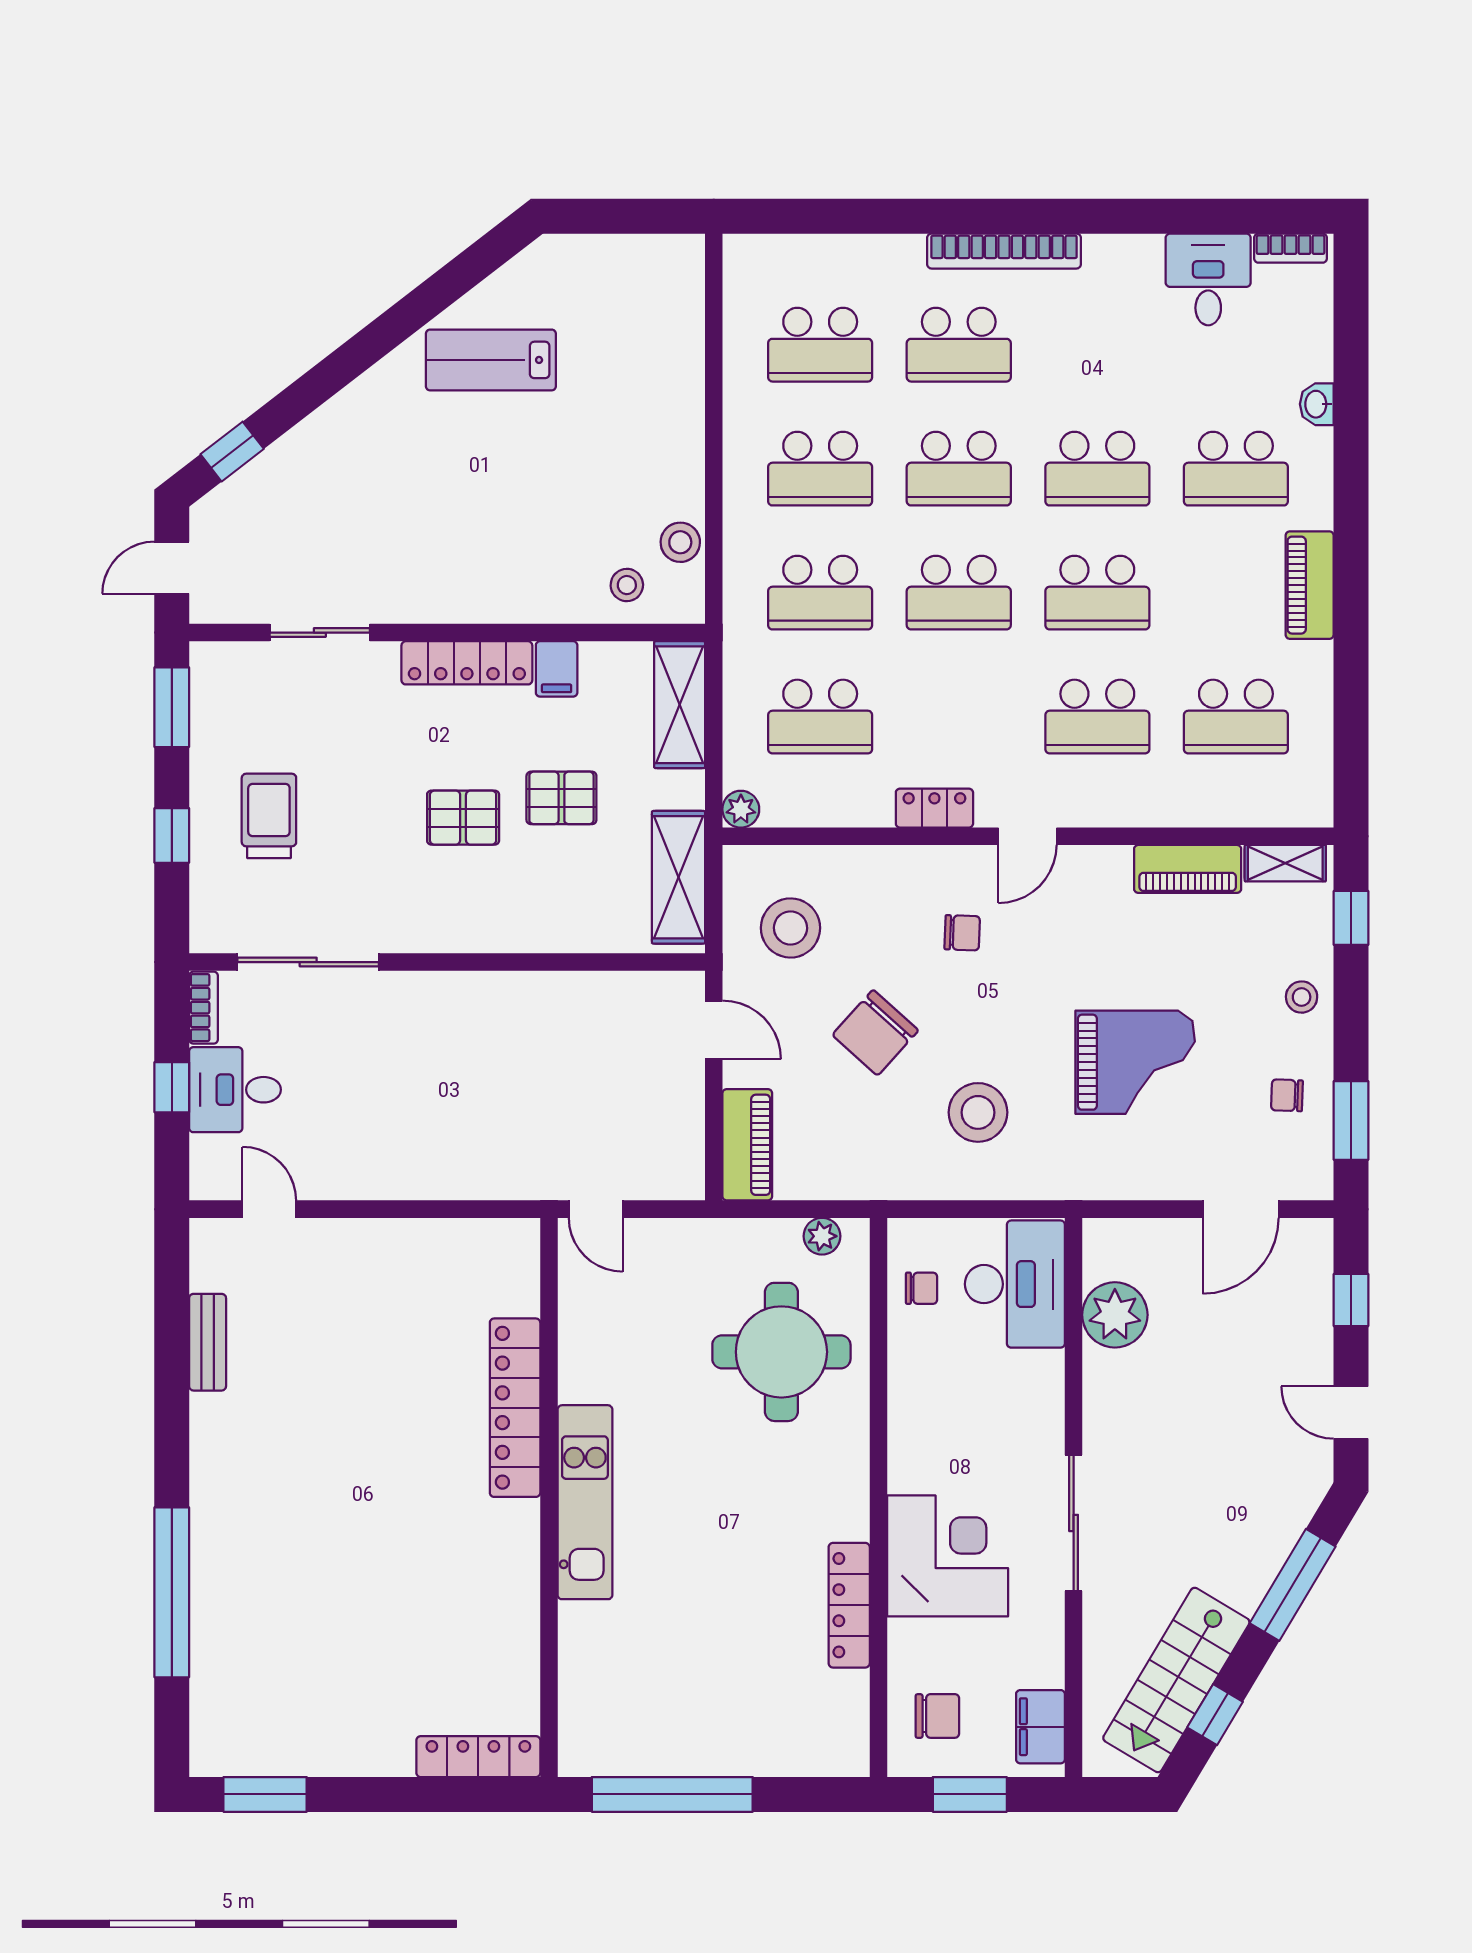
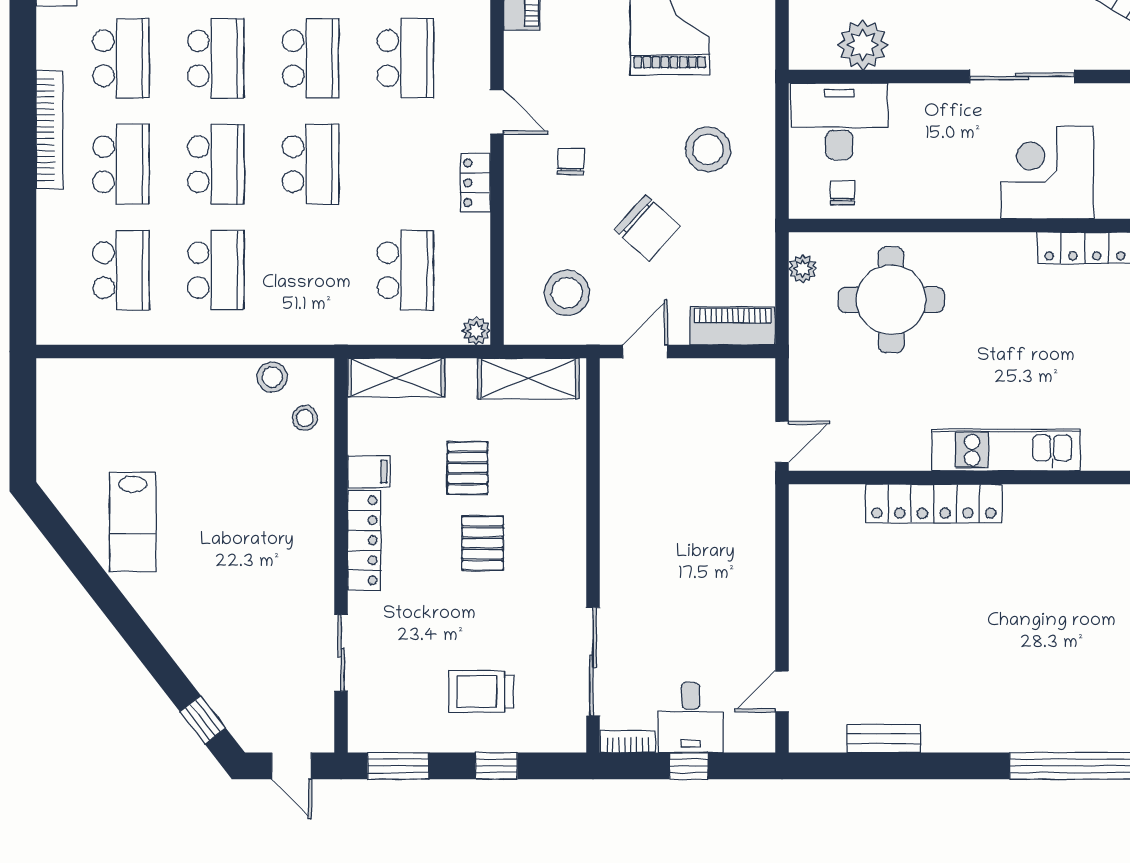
school desk: (820, 593) -> (121, 58), moved

